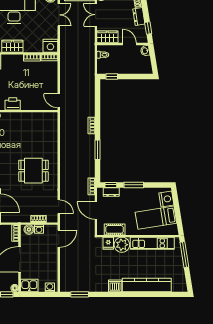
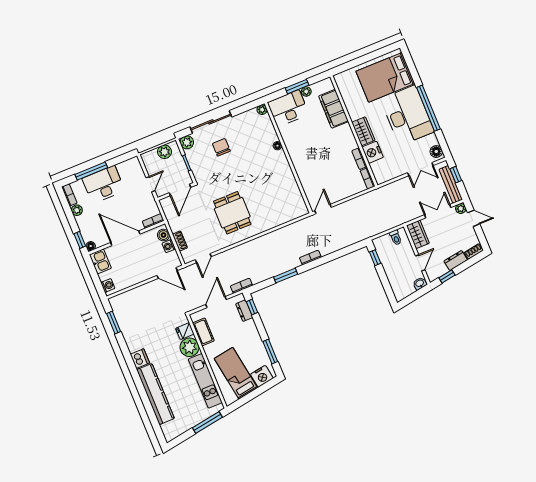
nightstand: (50, 46) -> (373, 152), moved
printer: (13, 104) -> (298, 158), removed
window: (134, 185) -> (270, 351), moved

